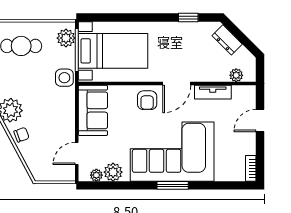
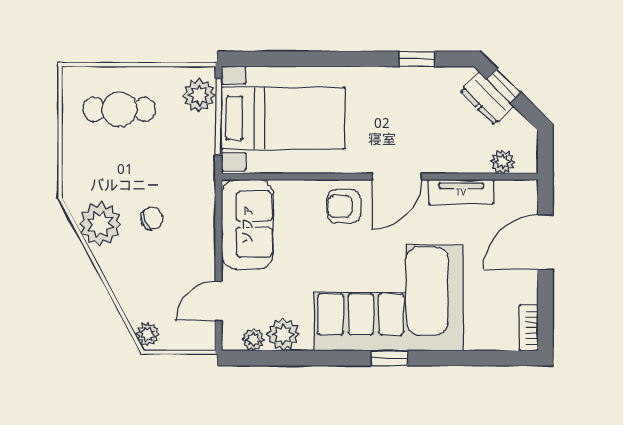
window: (237, 33) -> (504, 86), added
side table: (64, 78) -> (196, 166), removed
armchair: (147, 100) -> (344, 206), turned 90
door: (260, 120) -> (545, 242), width x1.38
chair: (22, 135) -> (152, 218), moved
plant: (37, 172) -> (148, 334), added
window: (173, 185) -> (389, 358), width x0.67

